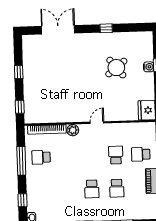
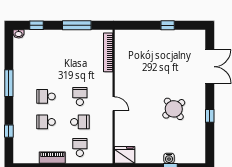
round table: (116, 68) -> (174, 109), moved
window: (20, 107) -> (132, 25), removed
plant: (73, 130) -> (107, 79), removed
school desk: (41, 157) -> (80, 96), moved

